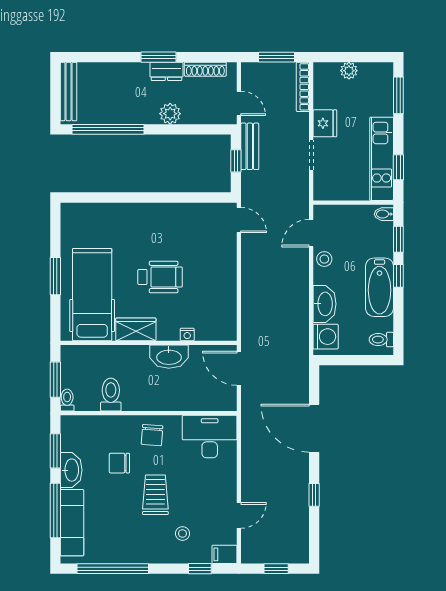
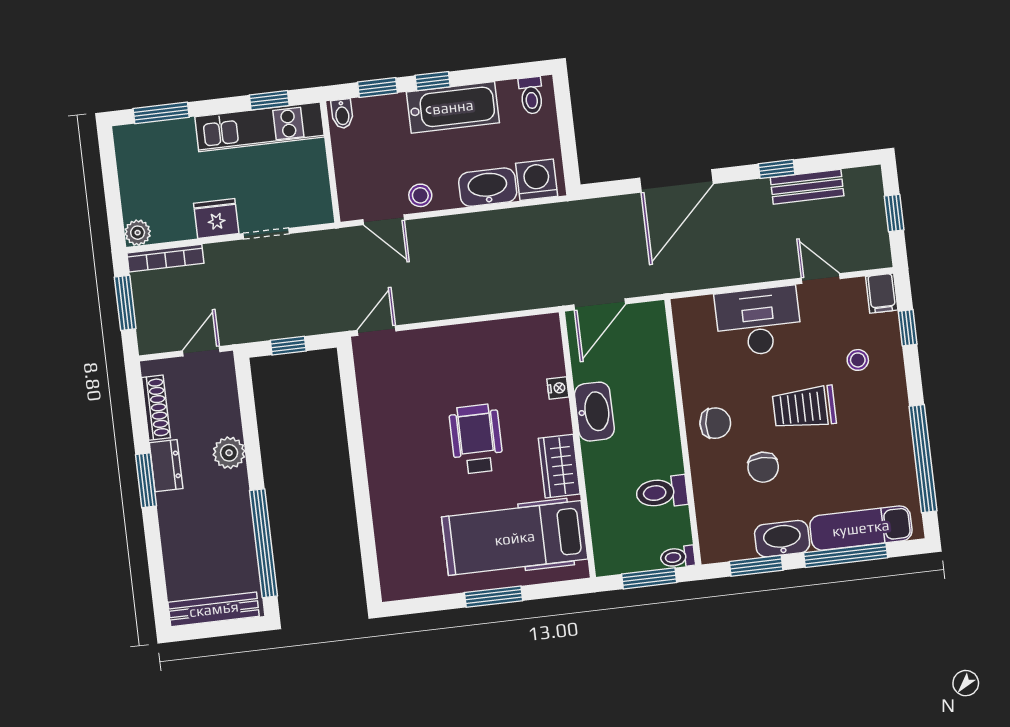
plant: (349, 71) -> (138, 233), moved
bench: (250, 146) -> (807, 187), moved
desk: (210, 437) -> (758, 321), moved, turned 90

